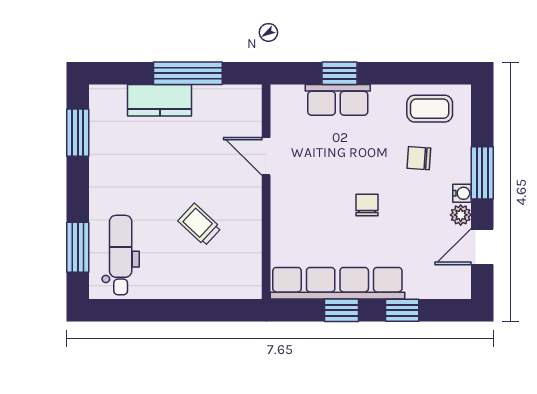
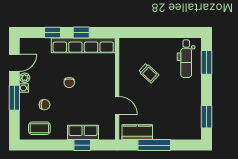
kitchen counter: (160, 100) -> (137, 132), moved

